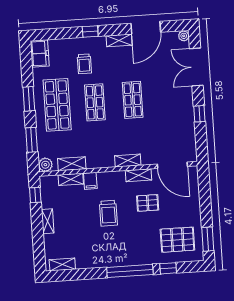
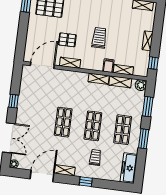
freezer: (40, 53) -> (129, 168), width x1.40
shop shelf: (57, 105) -> (123, 130), width x0.70, depth x0.74
shelving: (128, 160) -> (99, 79), moved
door: (172, 165) -> (42, 65), hinge flipped

